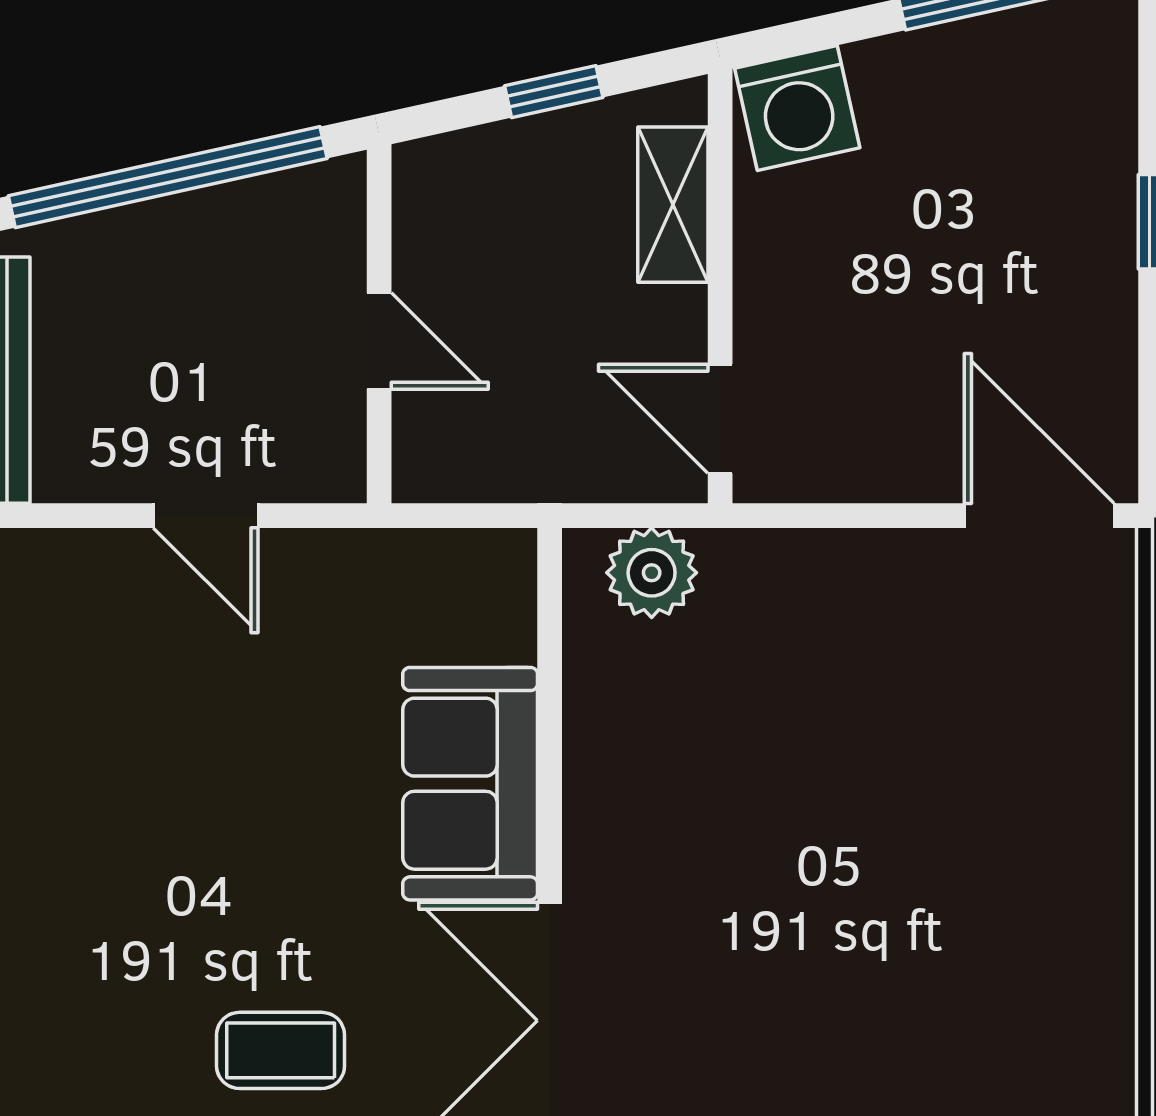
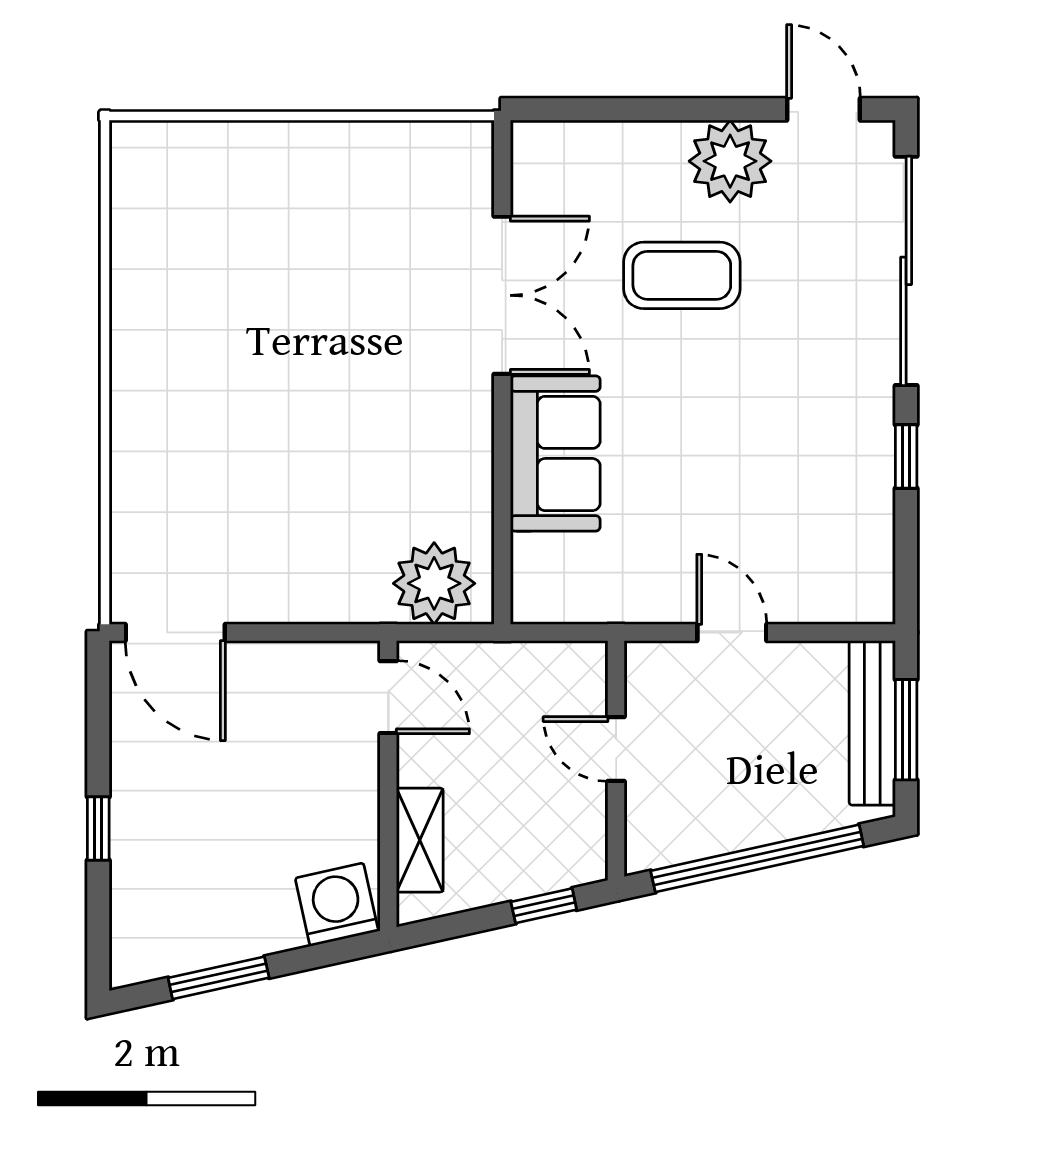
window: (554, 92) -> (544, 906), moved
plant: (652, 573) -> (434, 583), width x1.36, depth x1.36
coffee table: (281, 1050) -> (682, 275), width x1.36, depth x1.30

